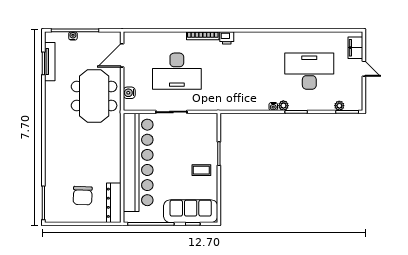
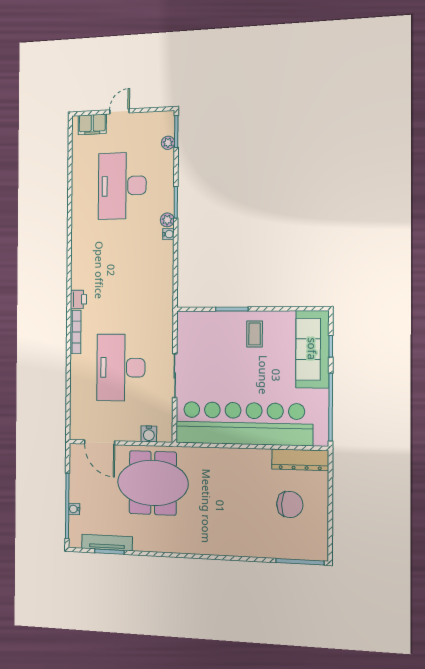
desk: (177, 71) -> (121, 368), turned 180

